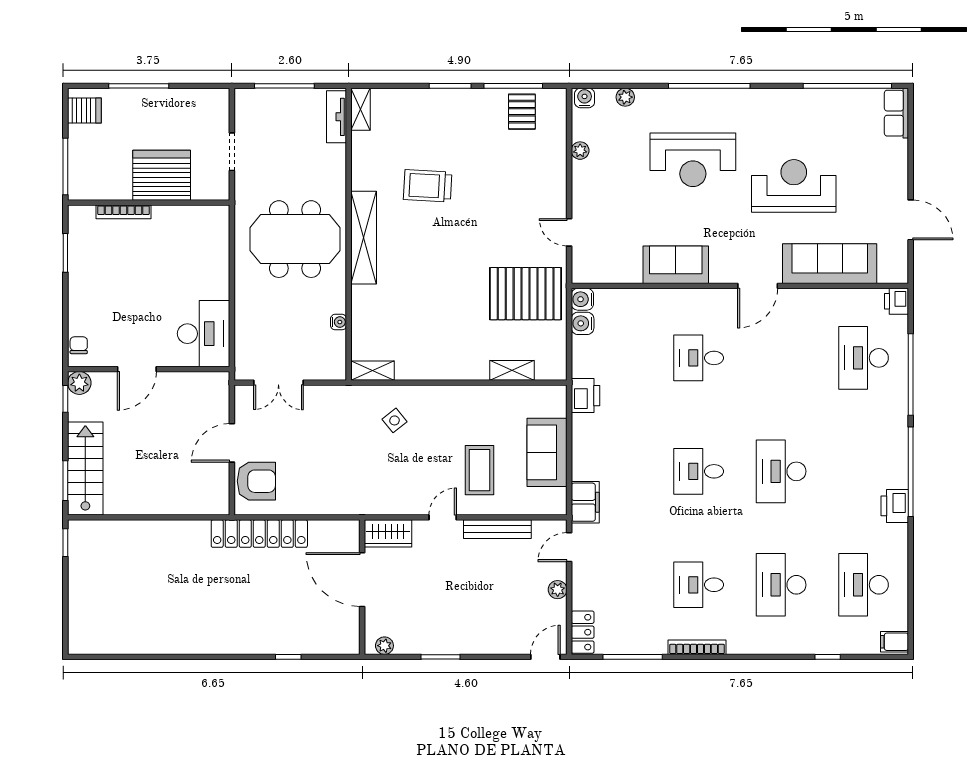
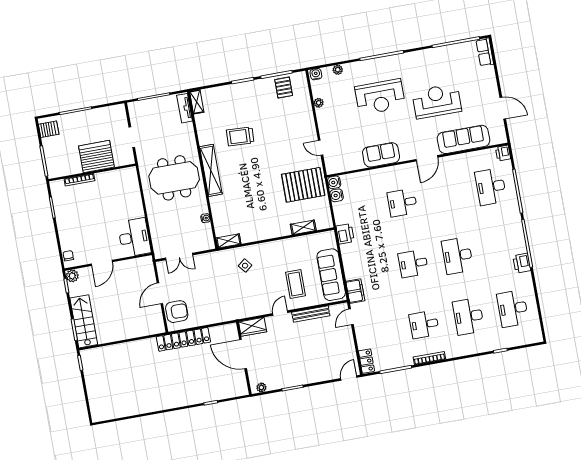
sofa: (547, 452) -> (331, 275), width x1.36
plant: (558, 590) -> (349, 341), removed
filing cabinet: (894, 642) -> (535, 336), removed

